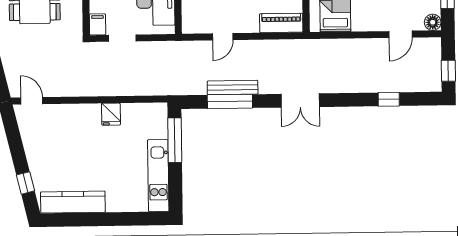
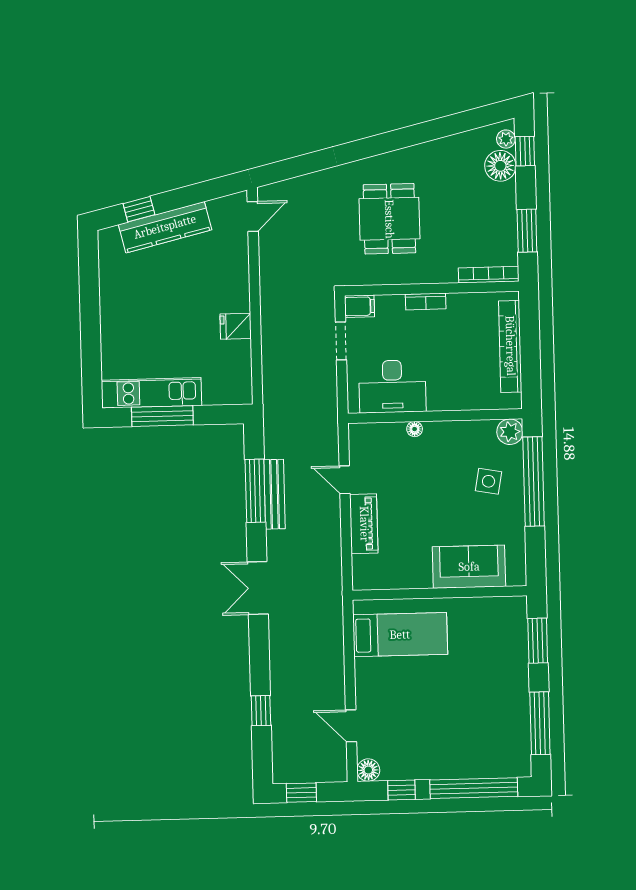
piano: (281, 23) -> (364, 524), moved
window: (175, 140) -> (162, 416), moved
kitchen counter: (73, 202) -> (165, 227), moved, turned 76

